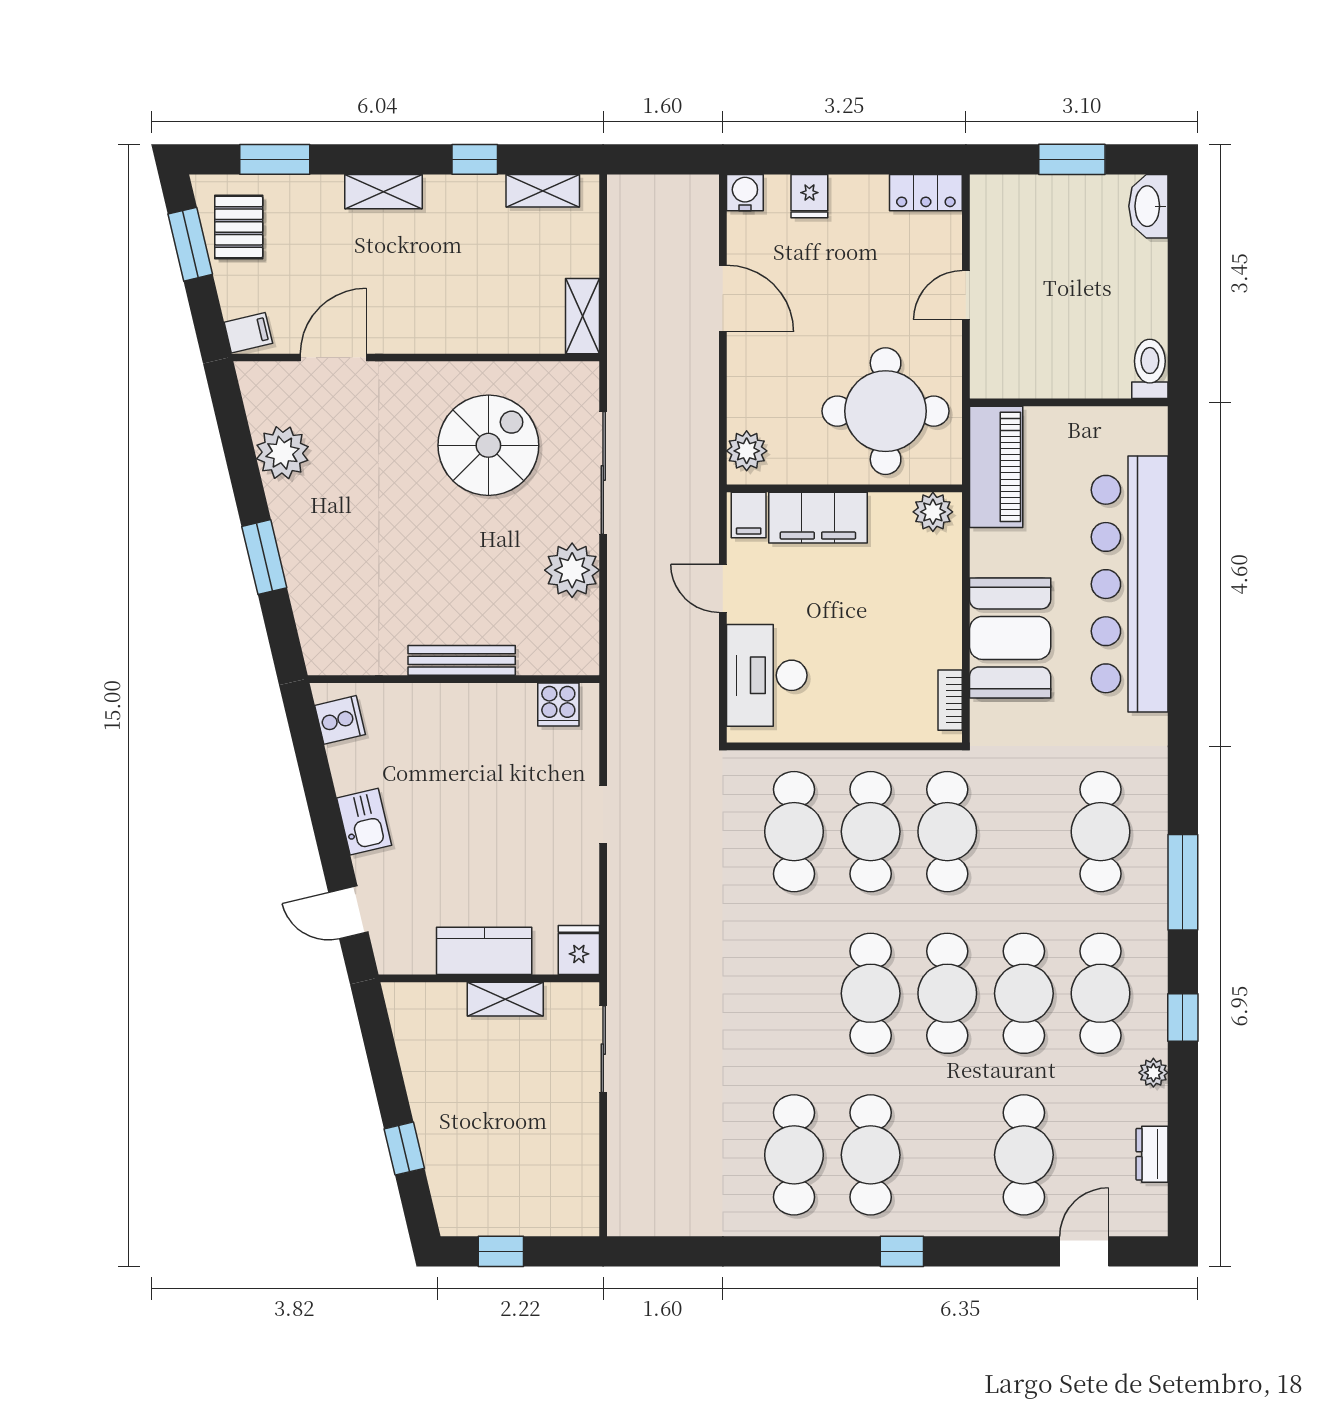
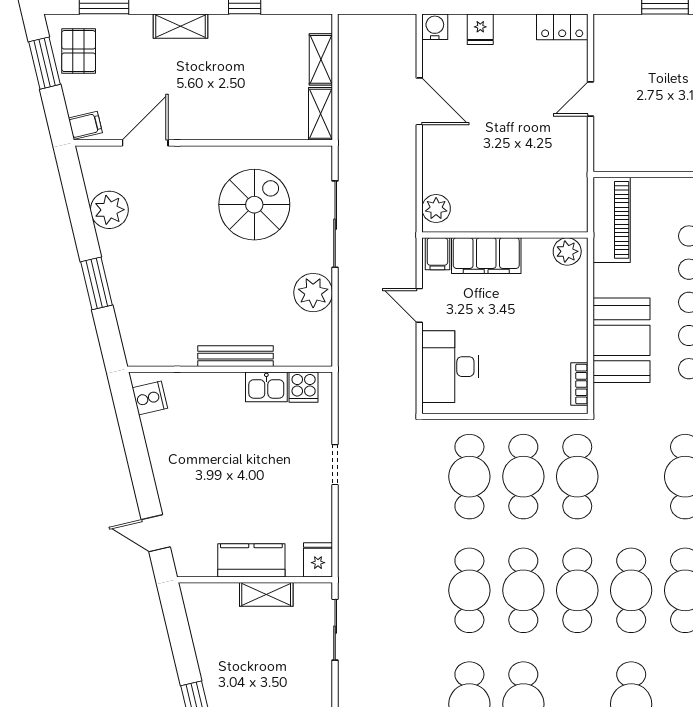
shelving: (543, 191) -> (321, 59), moved, turned 90
round table: (886, 411) -> (534, 181), removed
kitchen sink: (364, 822) -> (266, 387), moved, turned 103
cafe table: (794, 993) -> (469, 590), added

